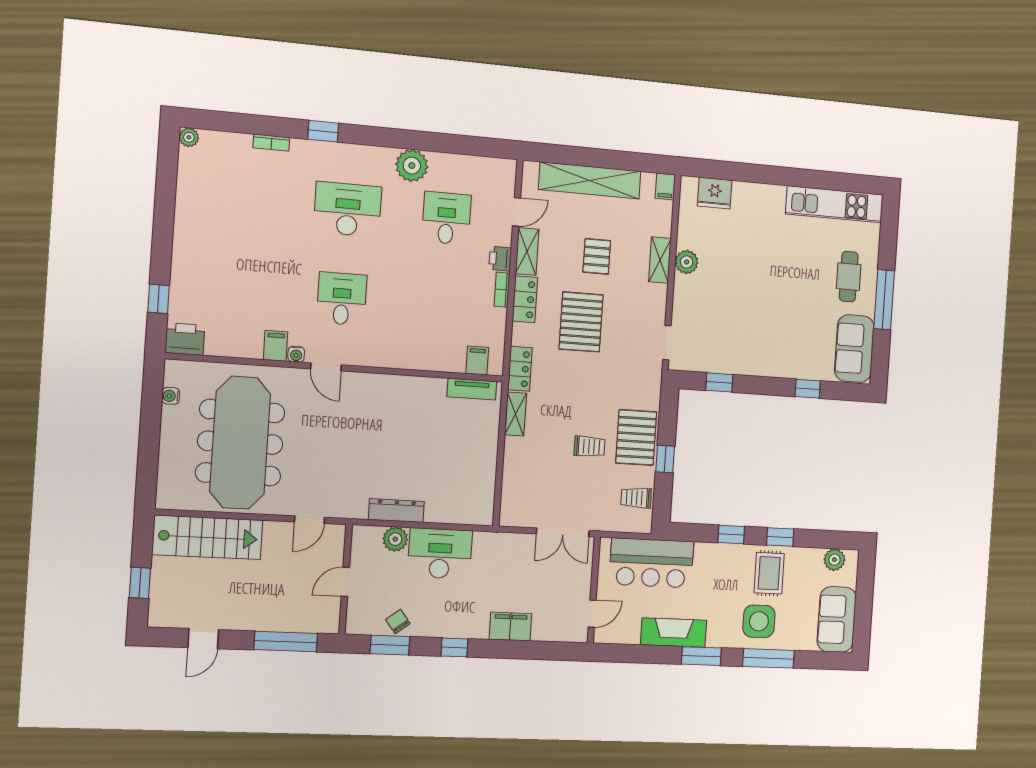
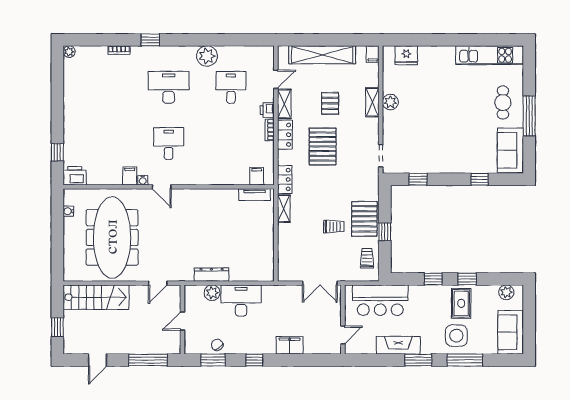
trolley: (636, 498) -> (367, 258), turned 90

